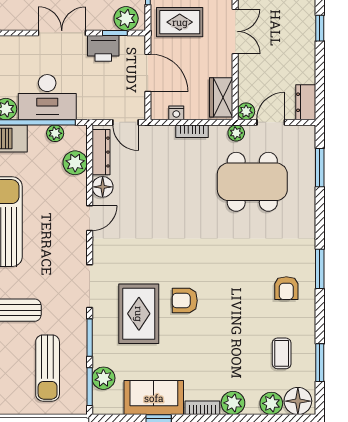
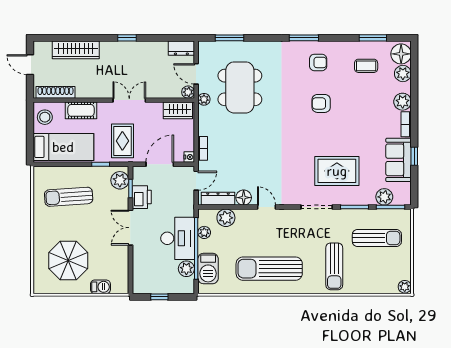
nightstand: (176, 113) -> (189, 157), moved
bookcase: (192, 131) -> (203, 148), moved
armchair: (185, 301) -> (321, 103), moved, turned 90

